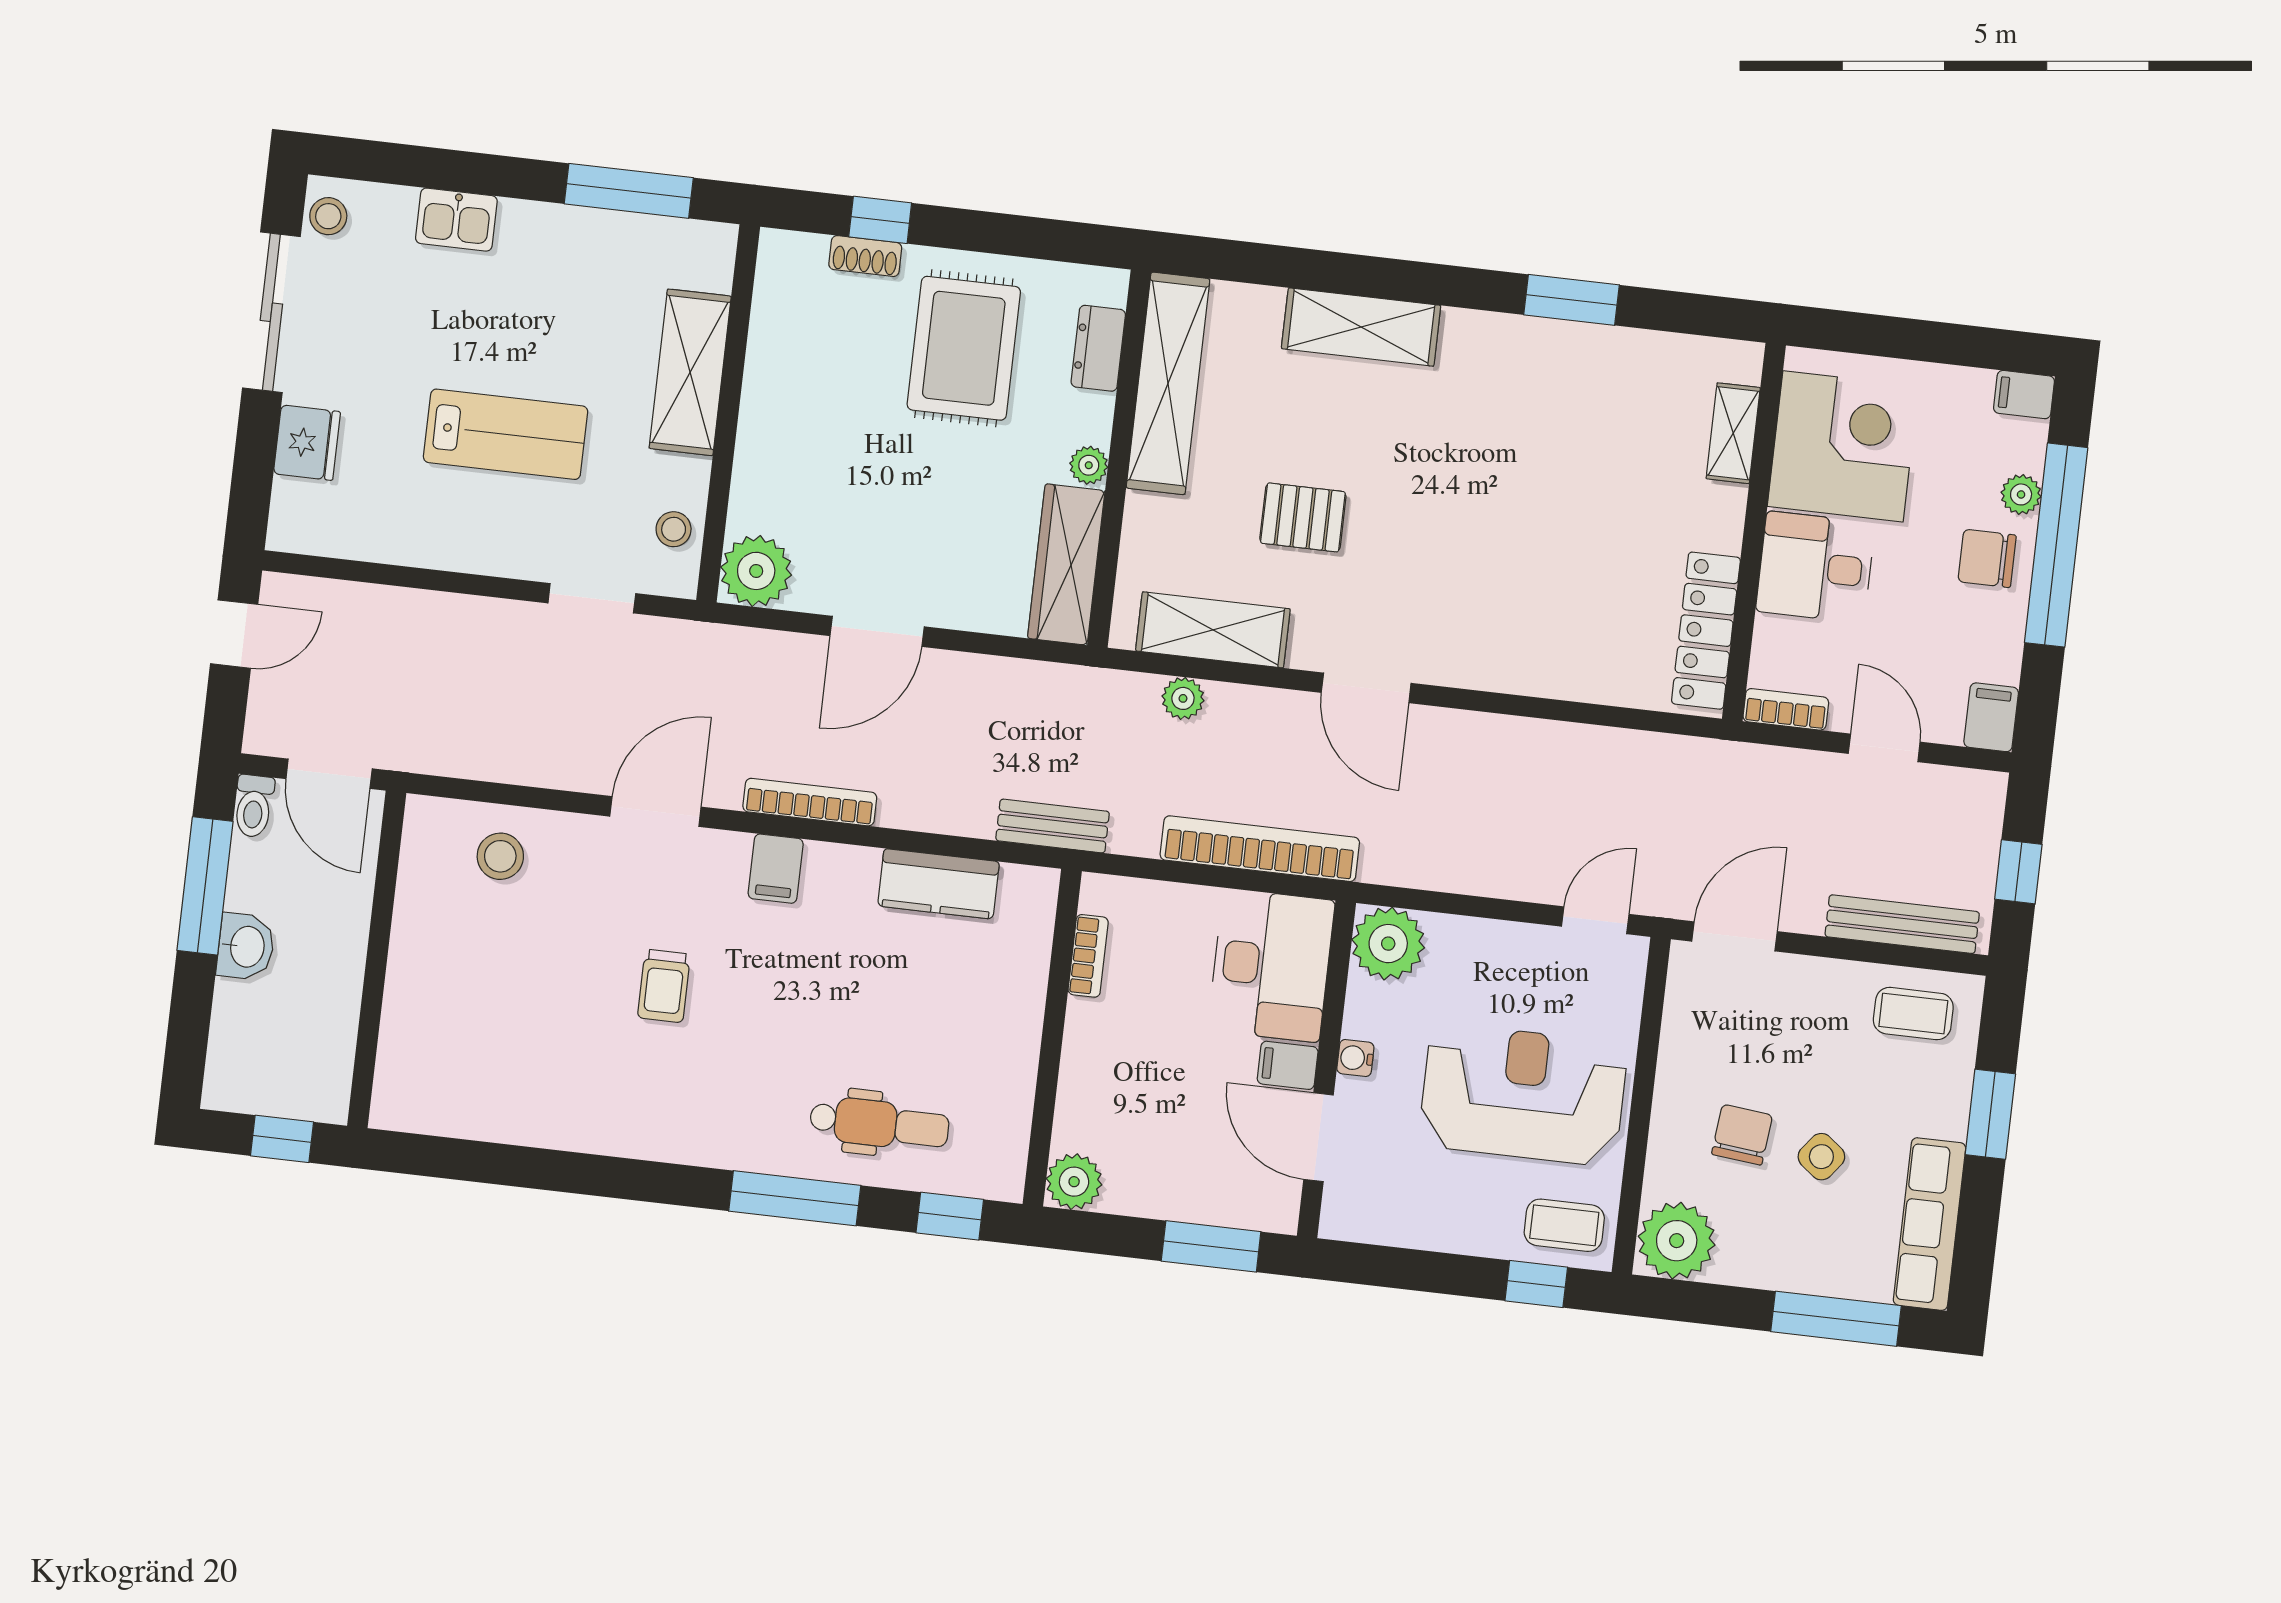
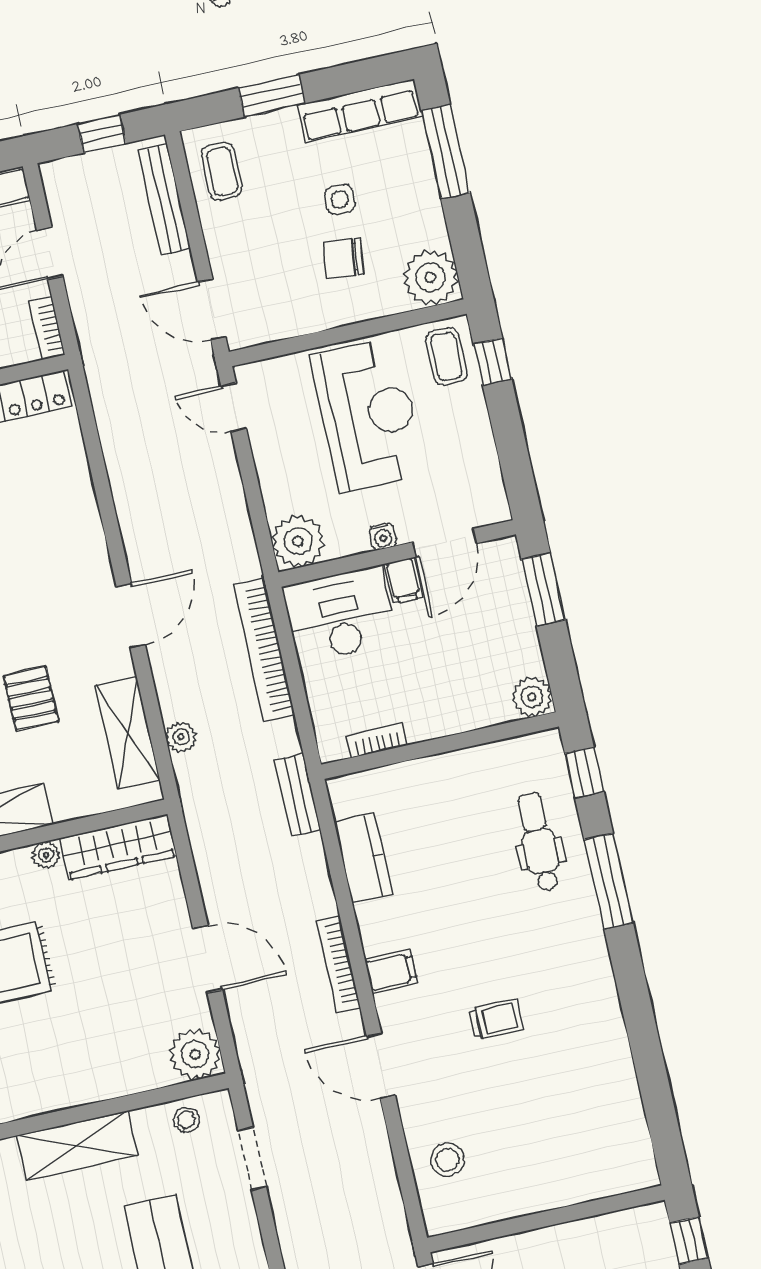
reception desk: (1523, 1094) -> (368, 415), turned 180
side table: (1821, 1157) -> (340, 199), turned -38

